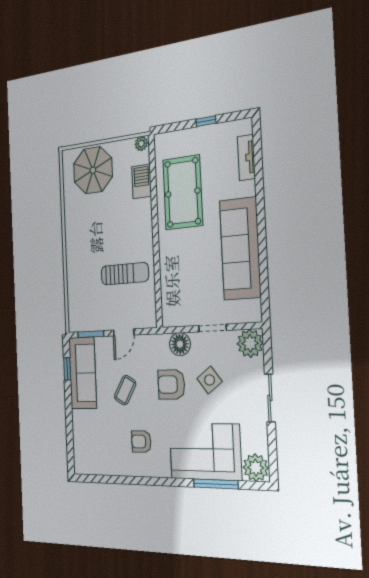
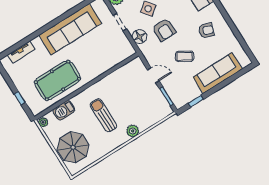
window: (206, 121) -> (20, 98), moved
plant: (74, 263) -> (133, 131), added
sun lounger: (125, 274) -> (103, 115), moved
sofa: (83, 373) -> (218, 73), moved
armchair: (141, 442) -> (206, 31), turned -70

